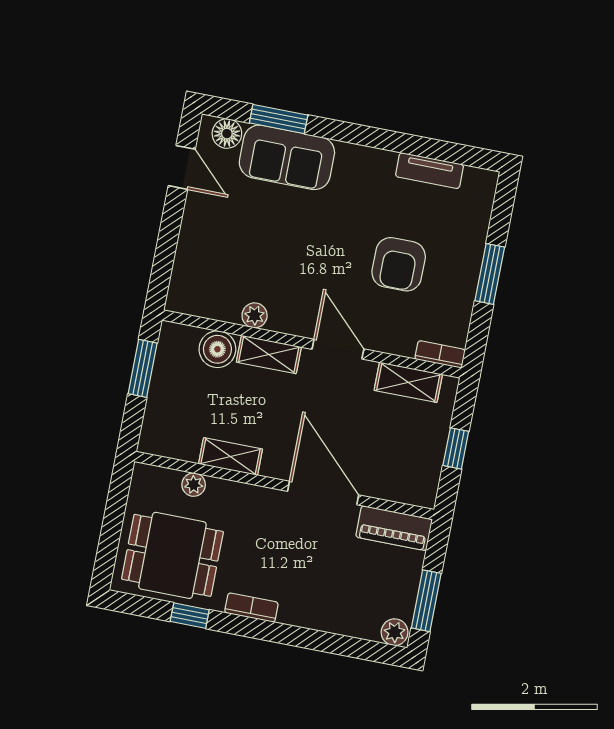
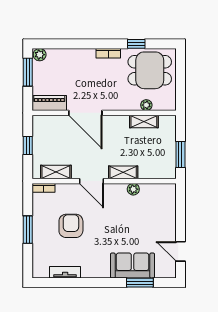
floor lamp: (227, 134) -> (163, 271), removed
boiler: (217, 349) -> (147, 170), removed
shelving: (231, 457) -> (144, 121), moved

